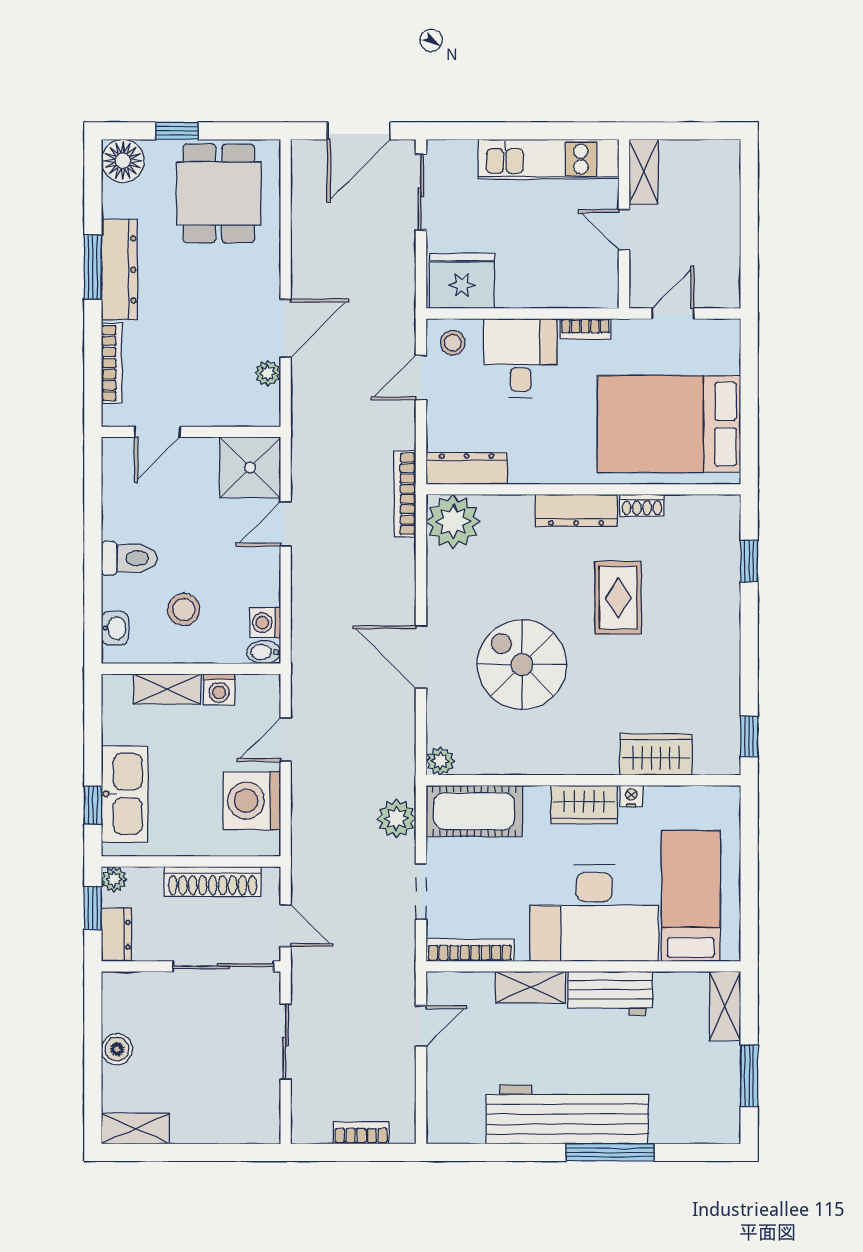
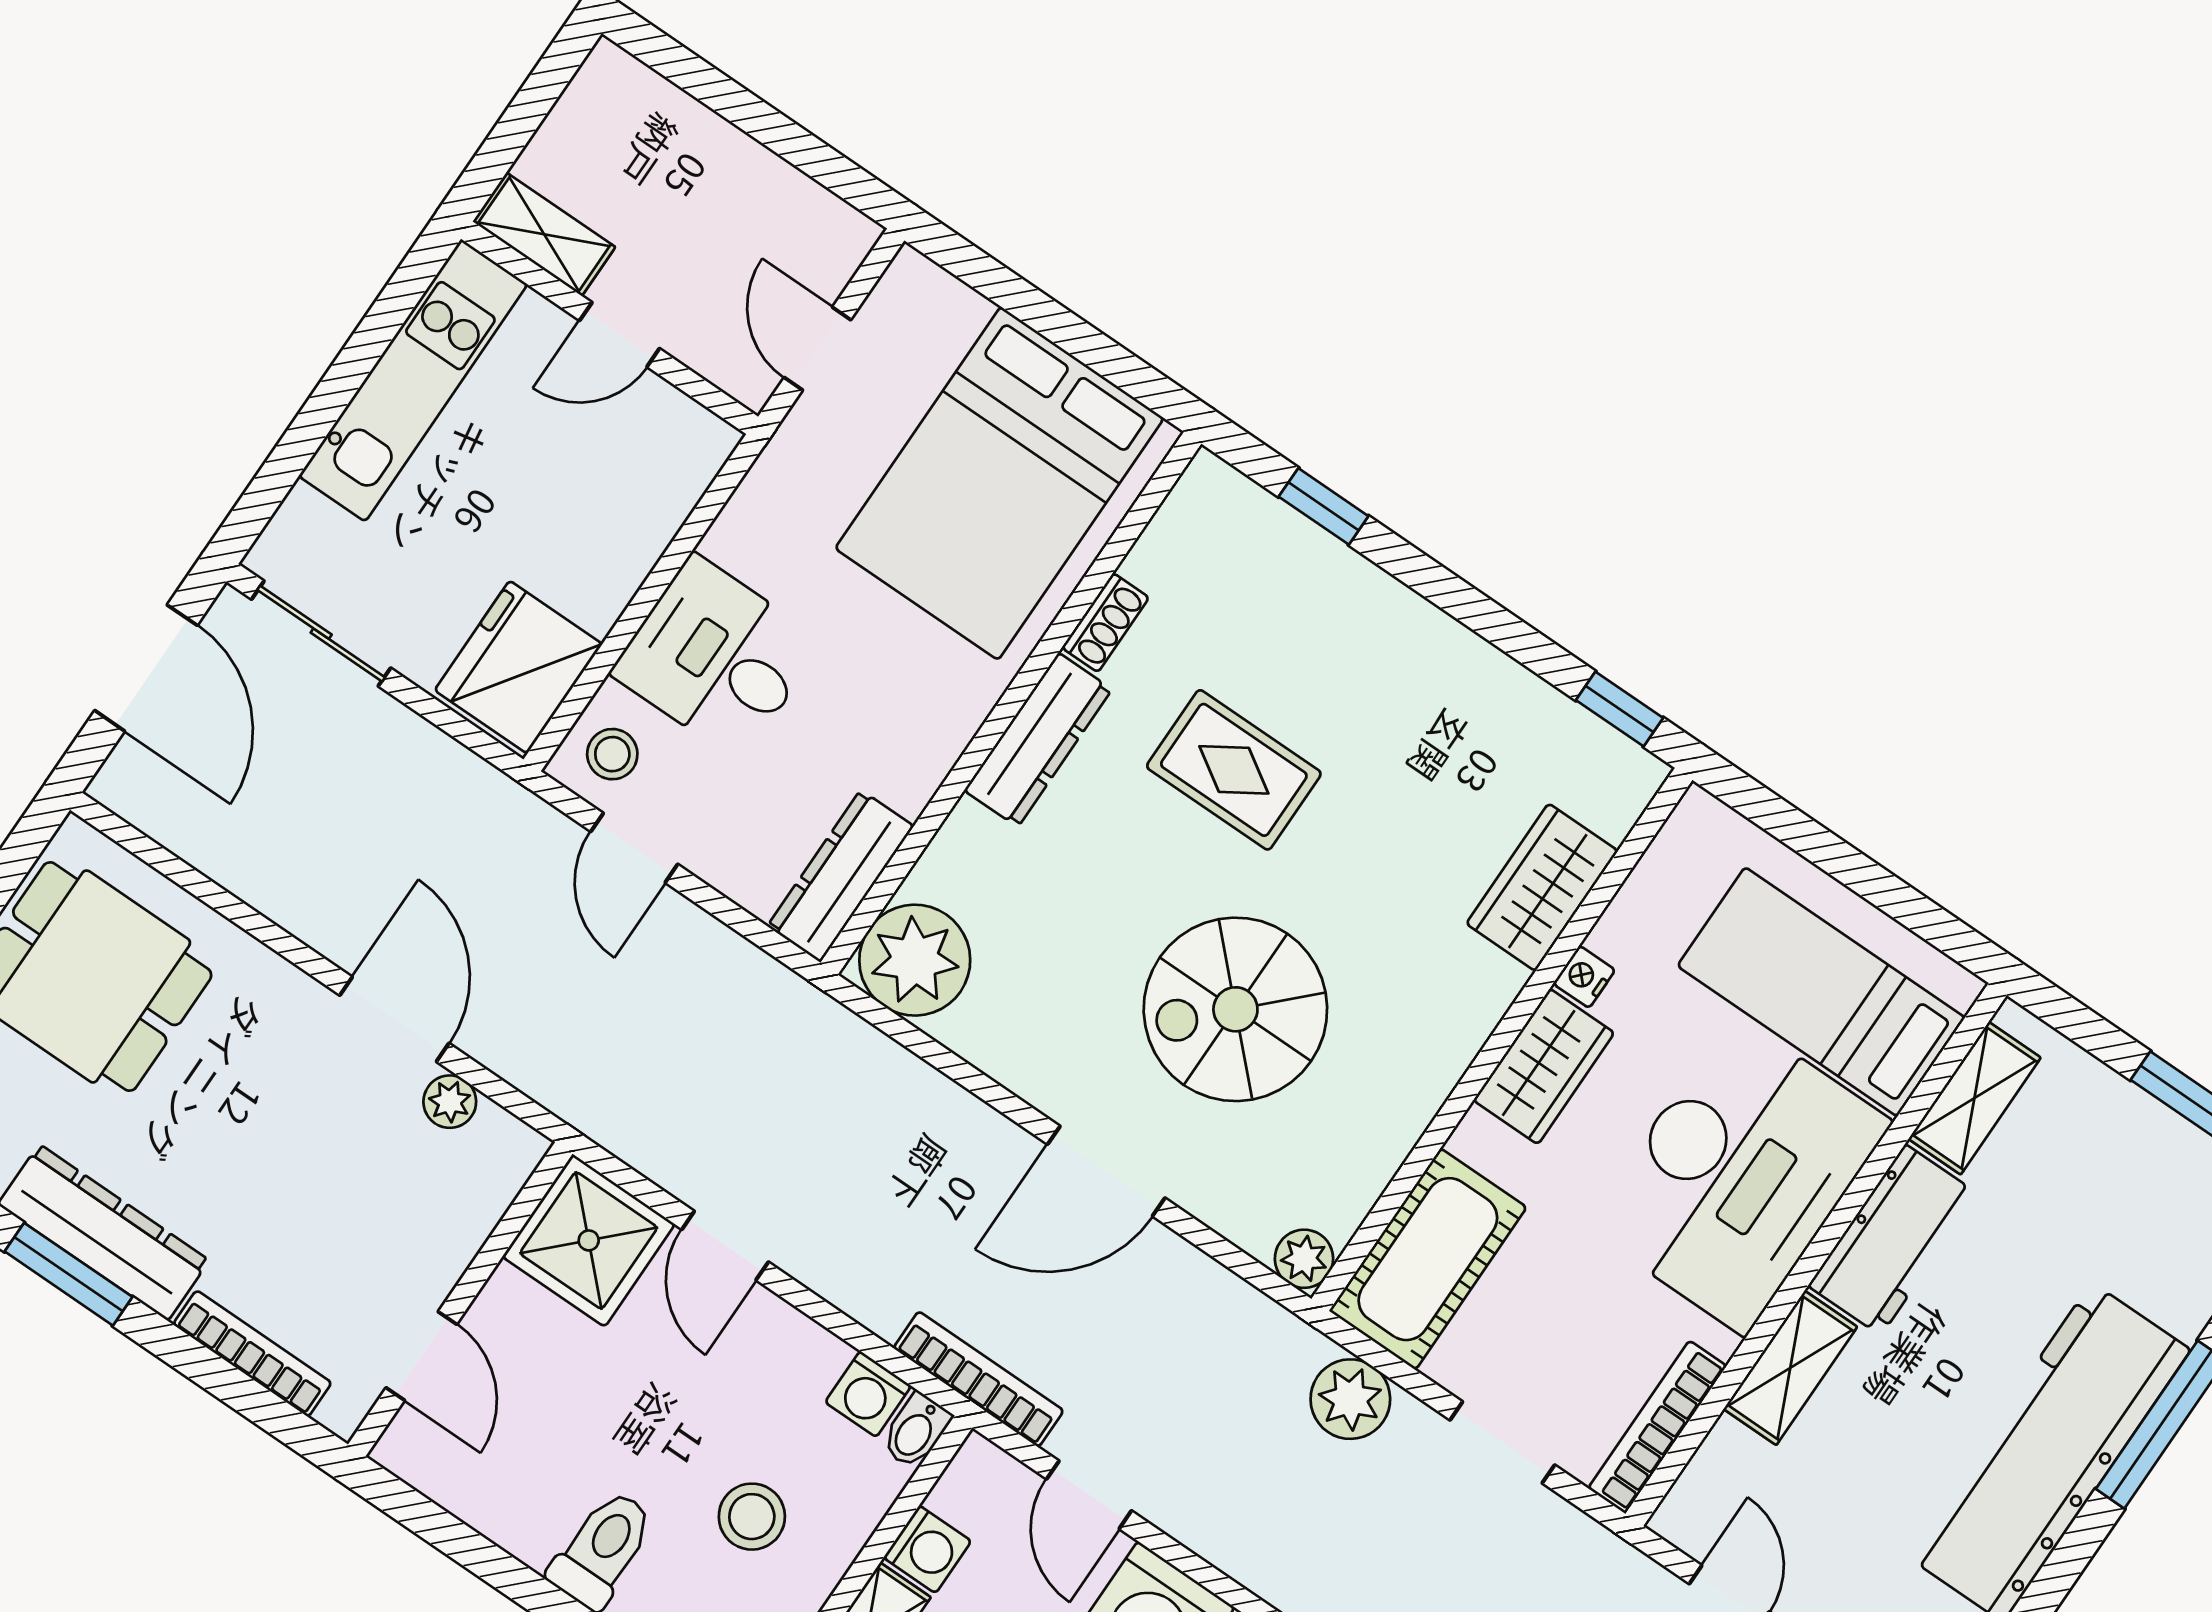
bookcase: (585, 329) -> (742, 514), removed
bookcase: (405, 494) -> (979, 1379), moved, turned 180
shelving: (725, 1006) -> (1974, 1098), moved, turned 90

